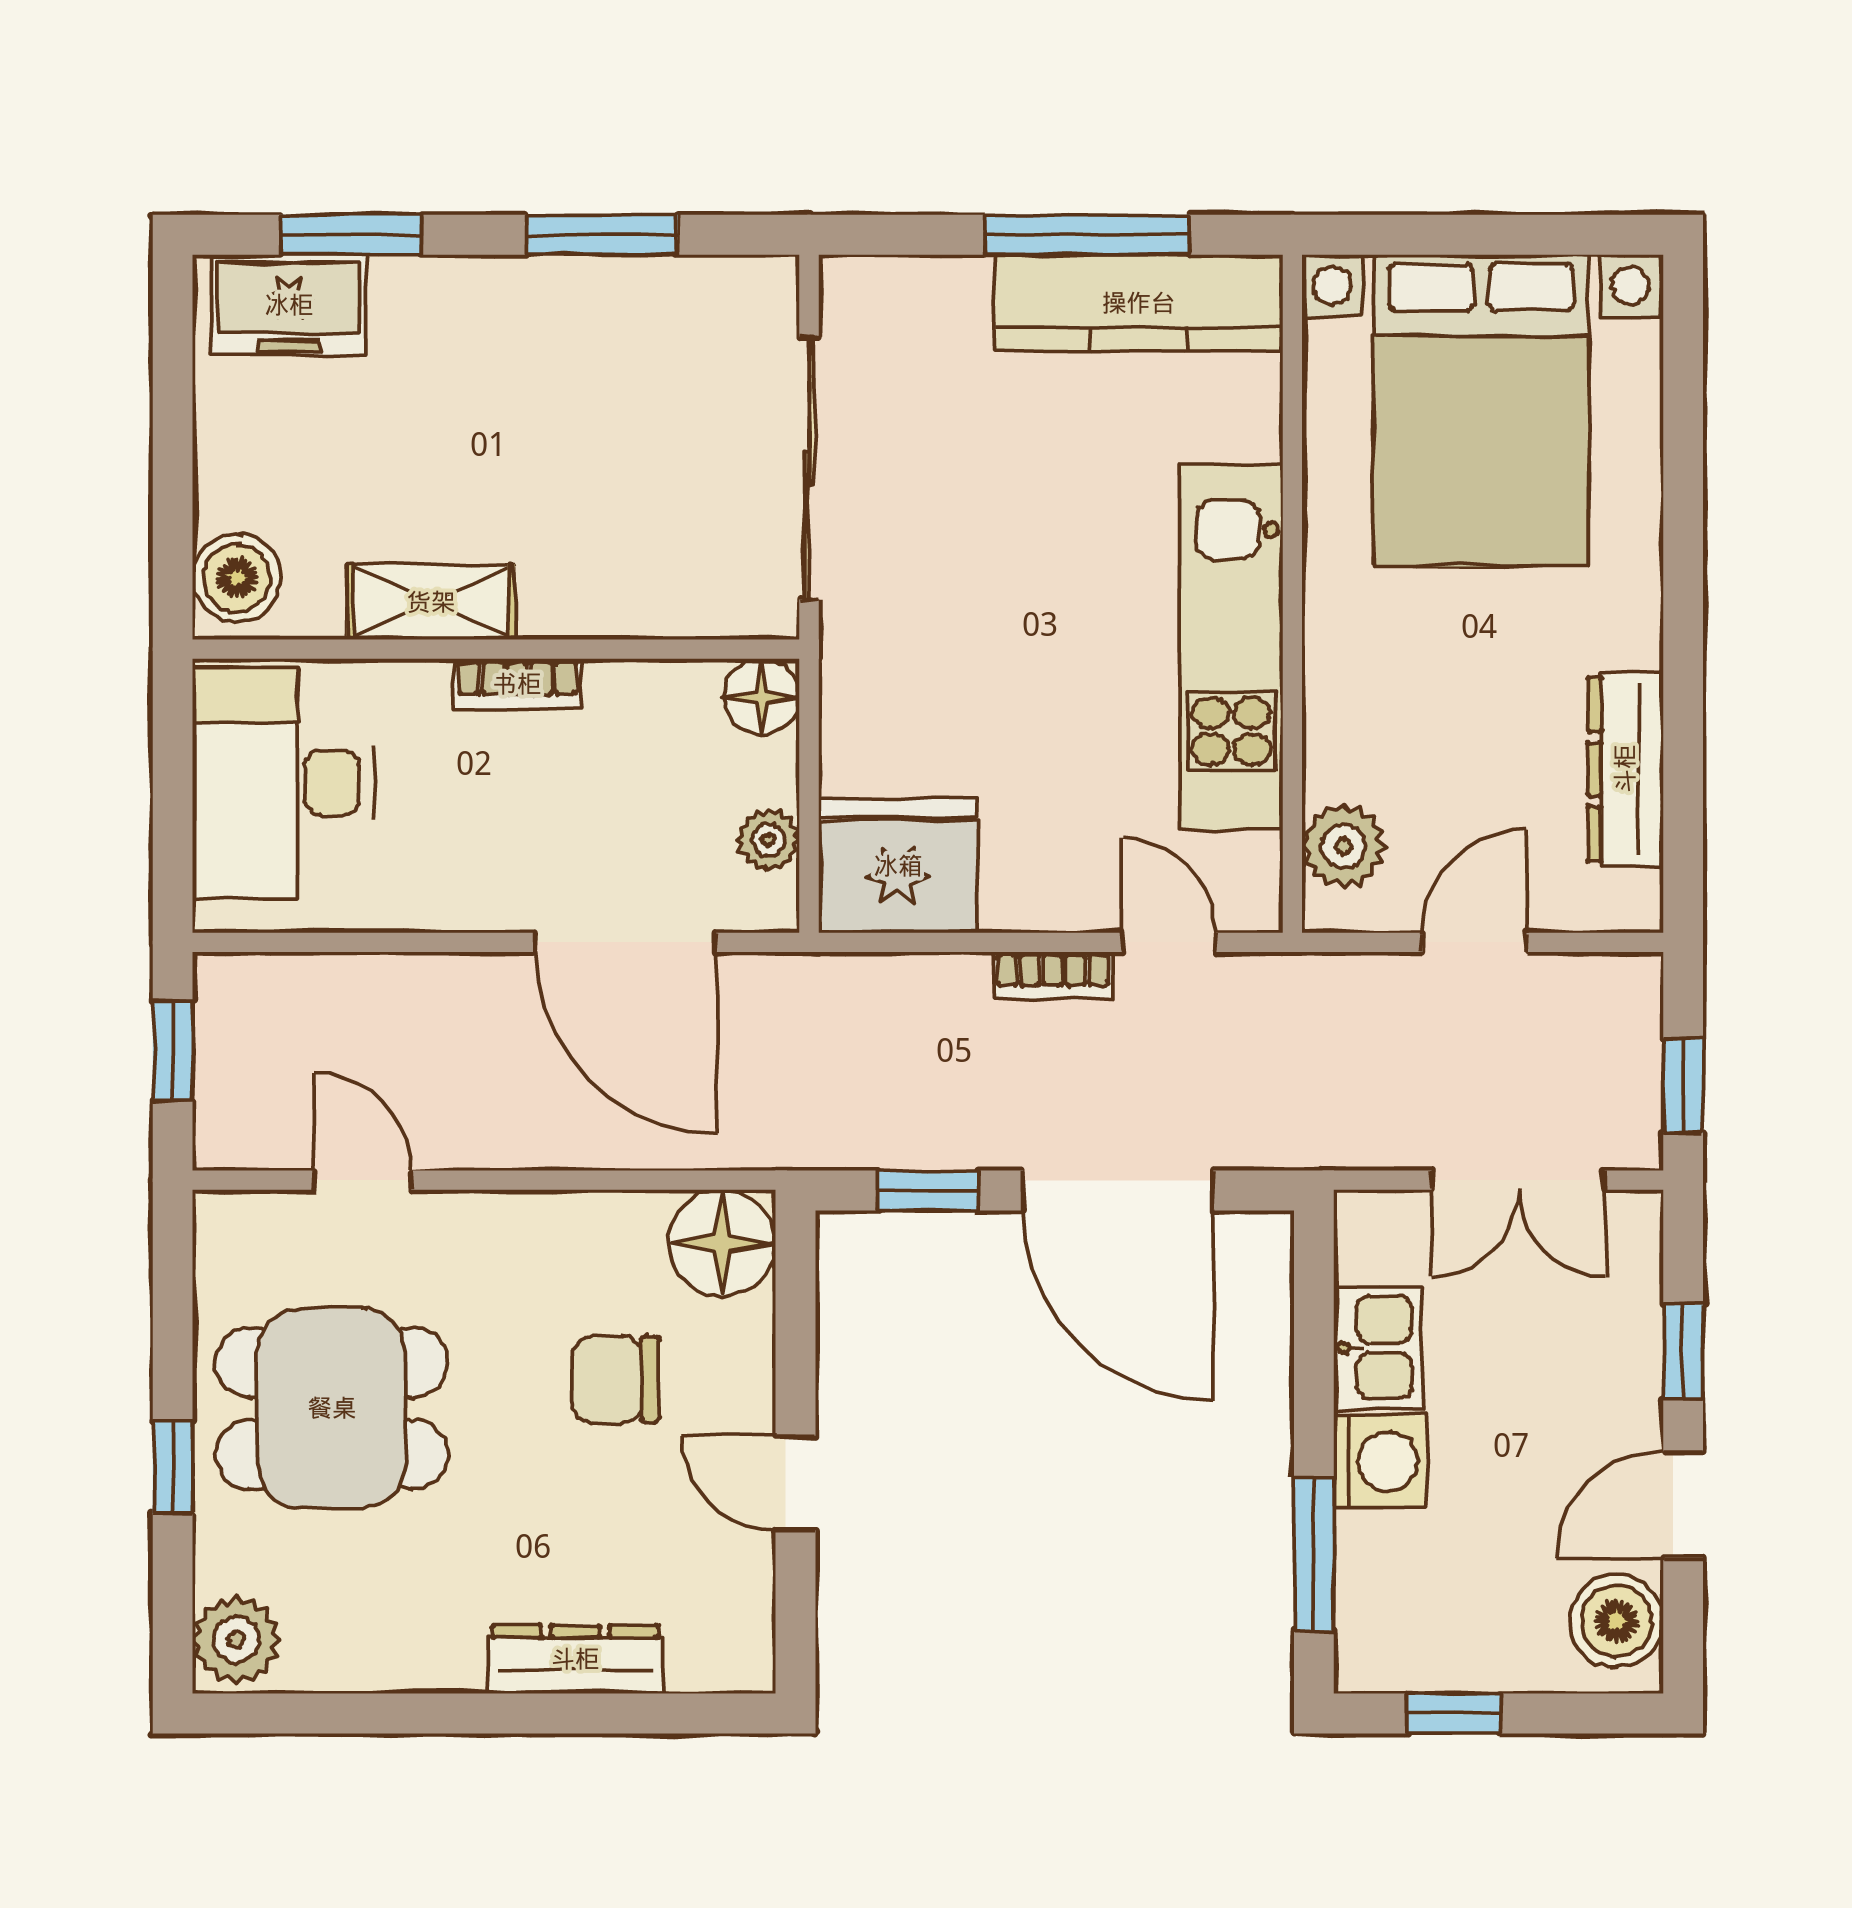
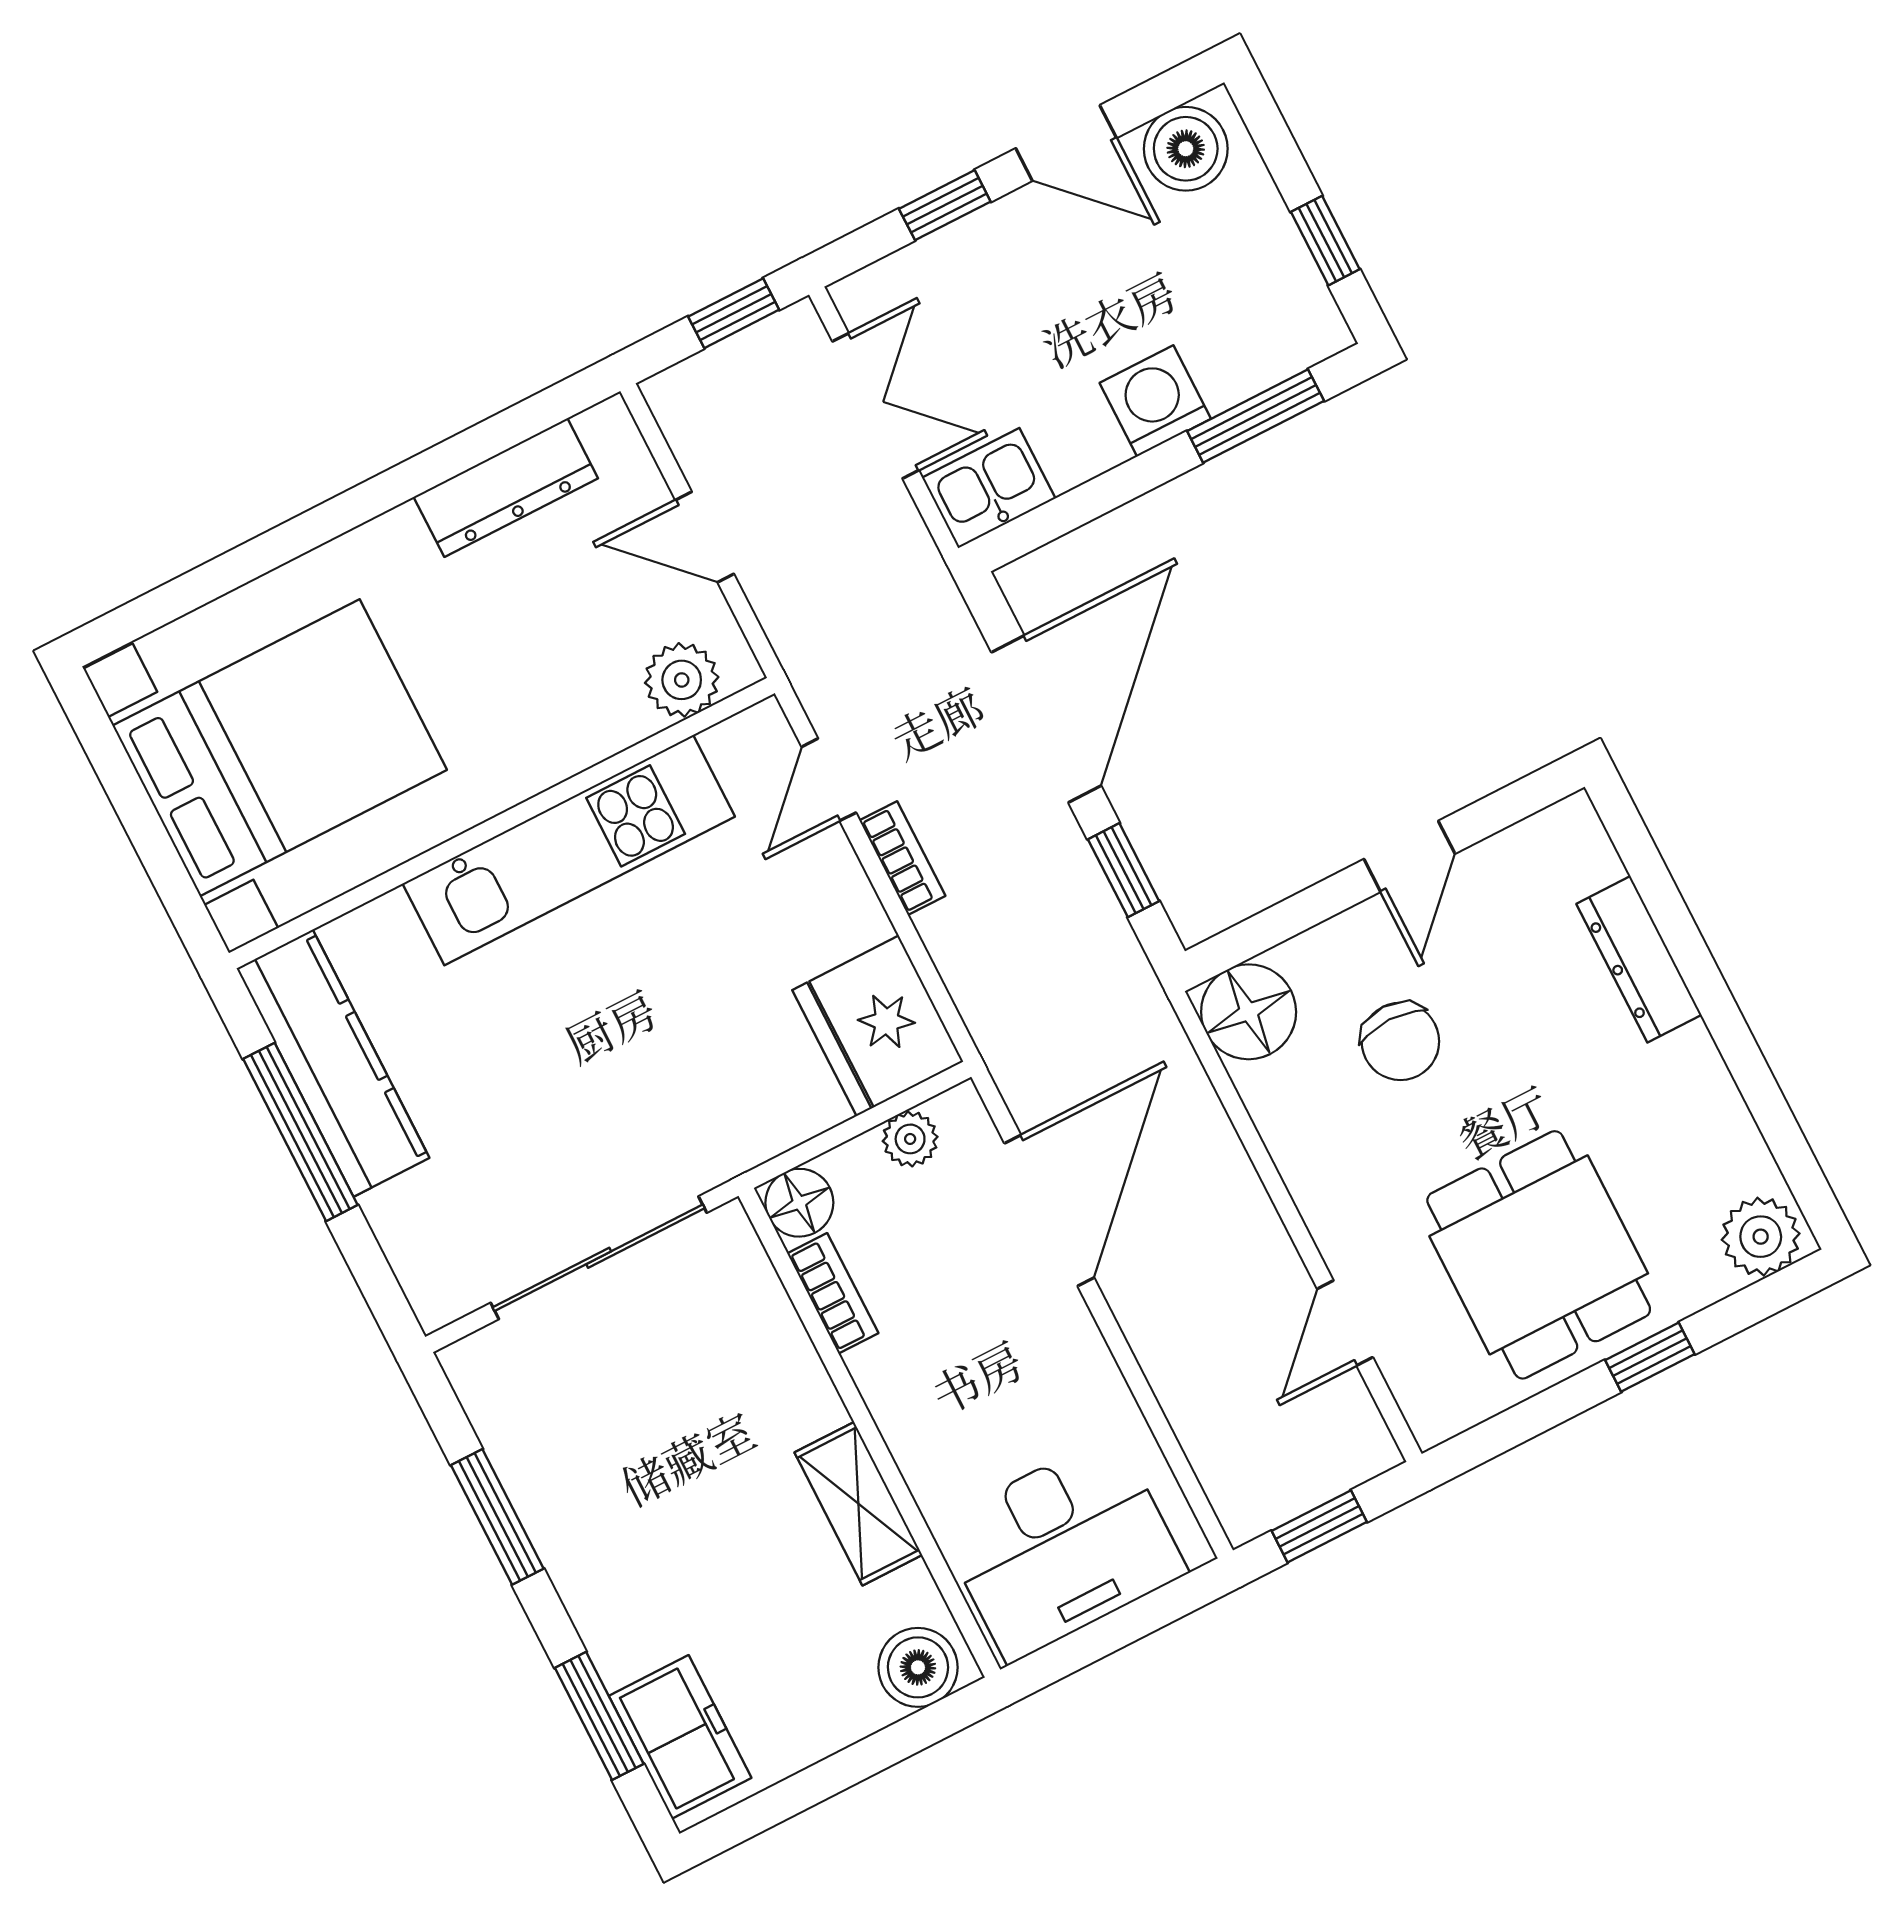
bookcase: (517, 684) -> (833, 1293), moved
kitchen sink: (1378, 1348) -> (989, 488), moved

